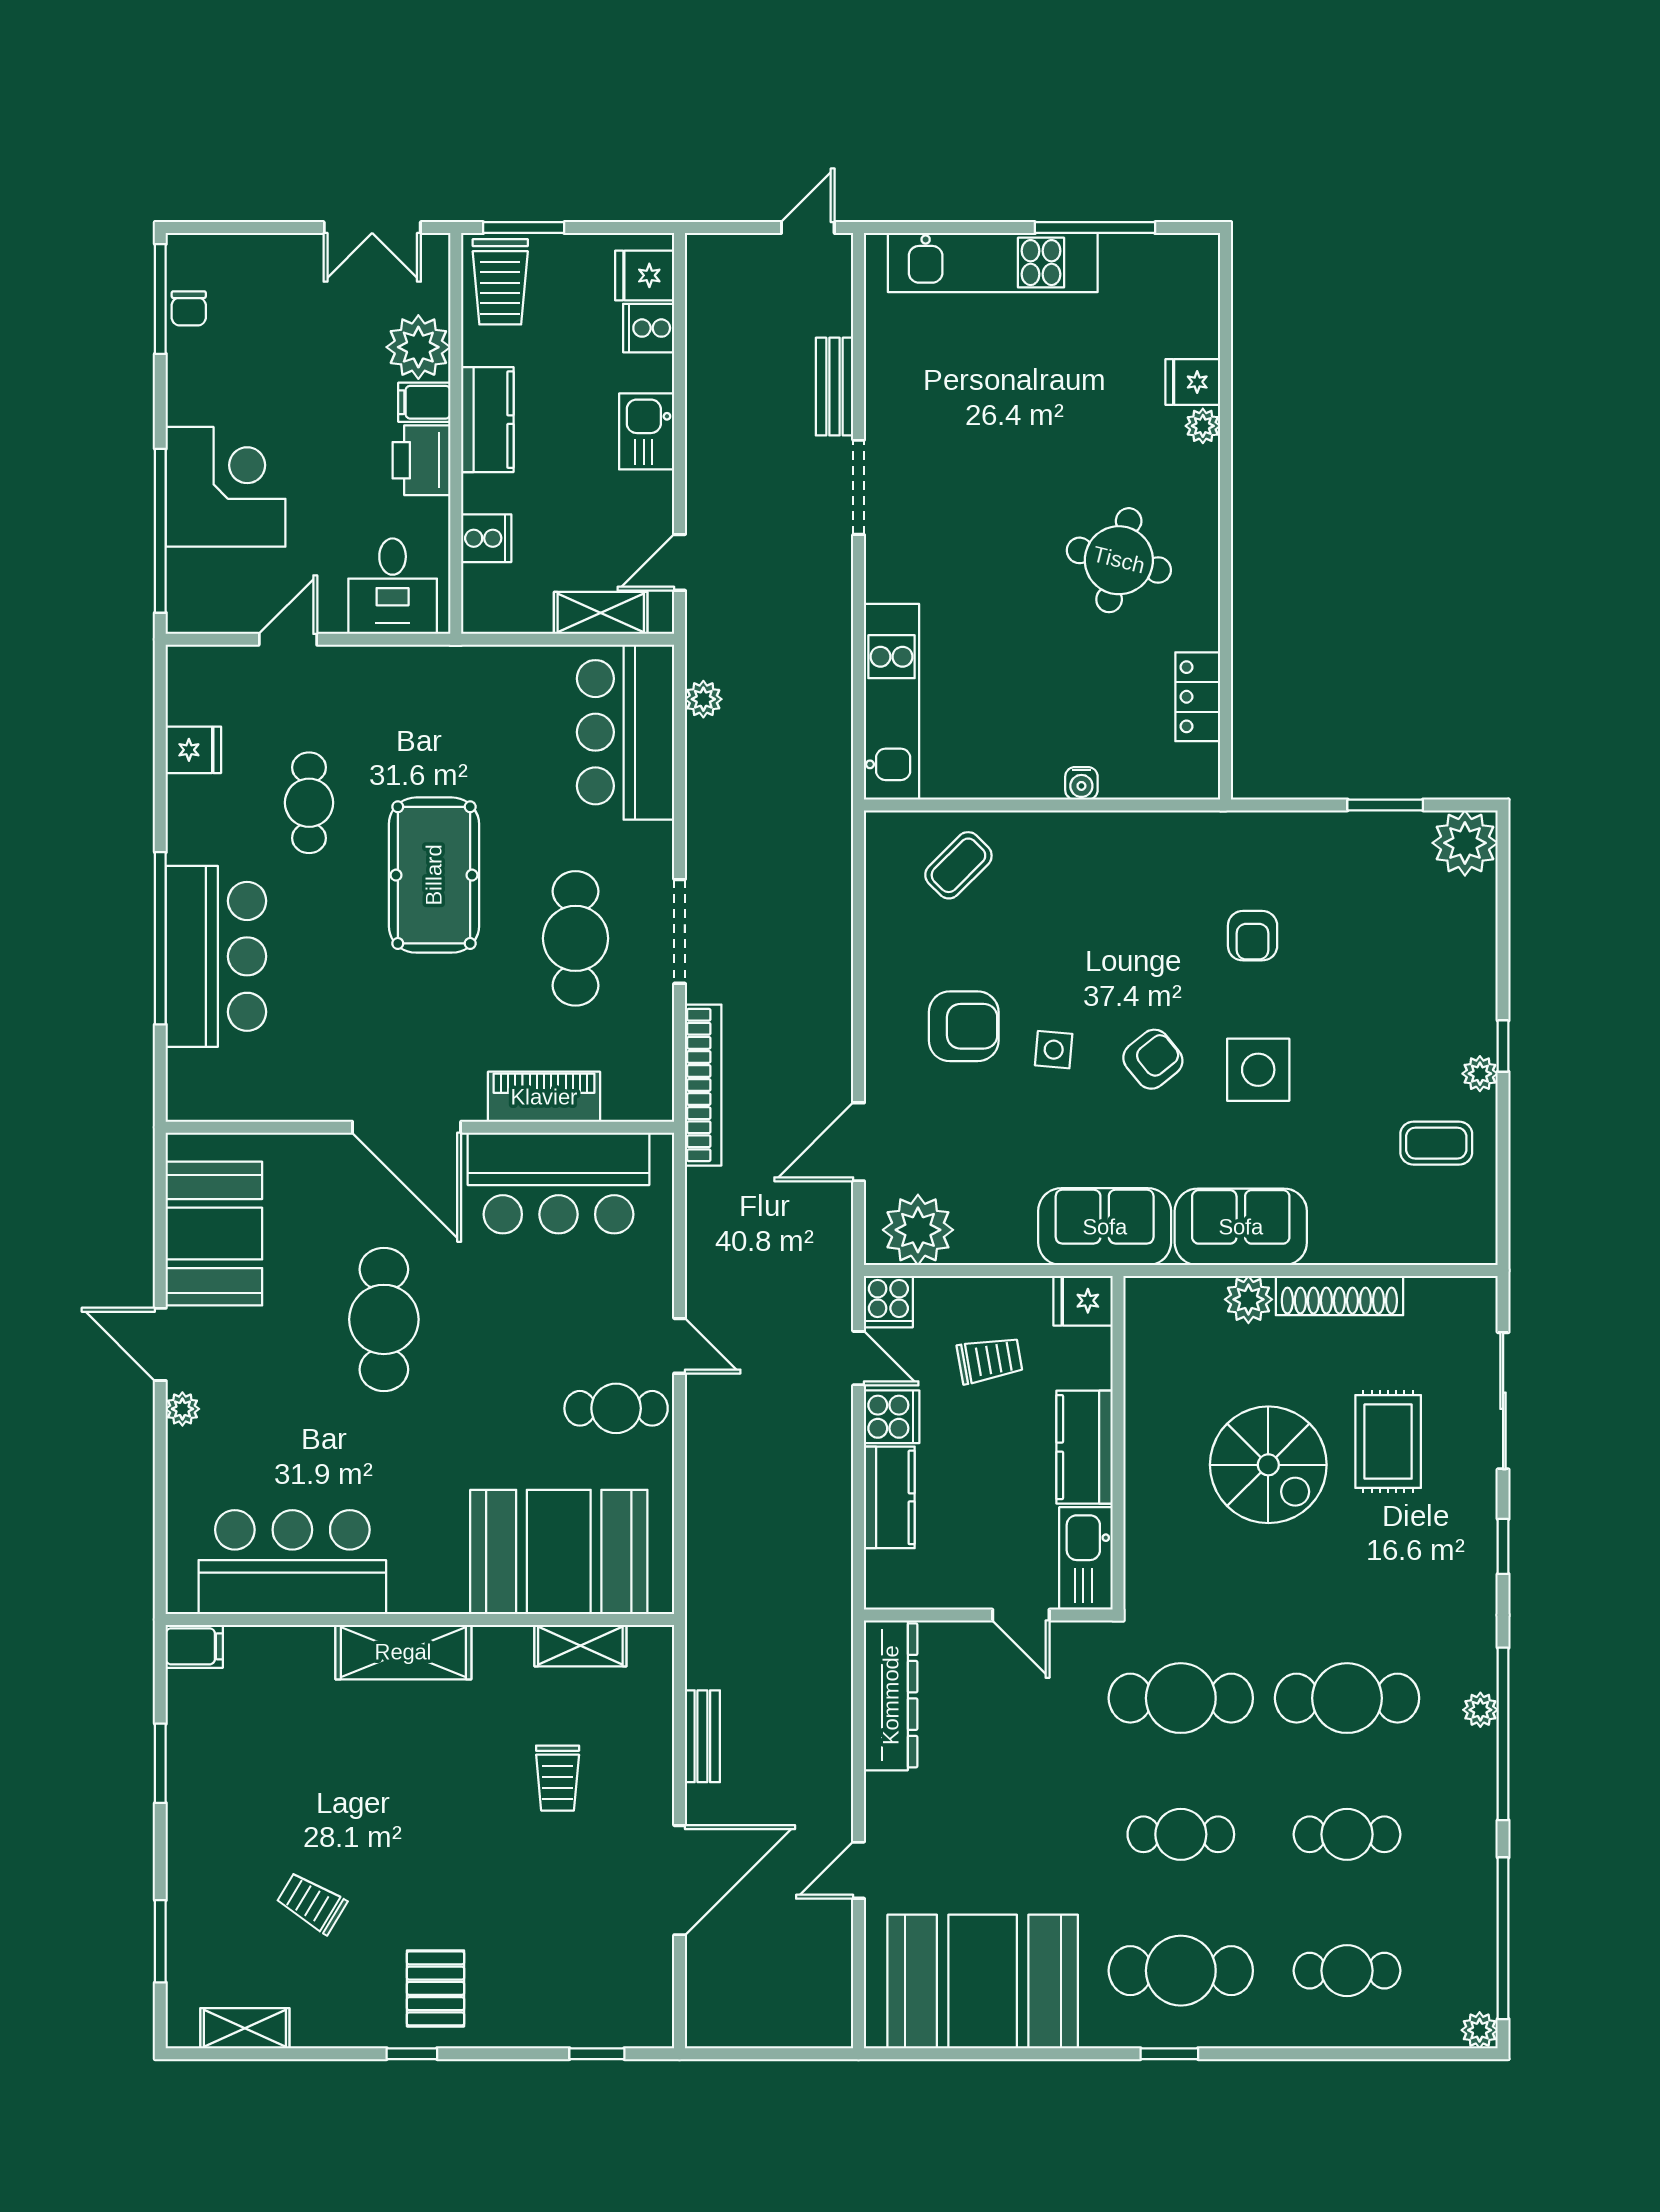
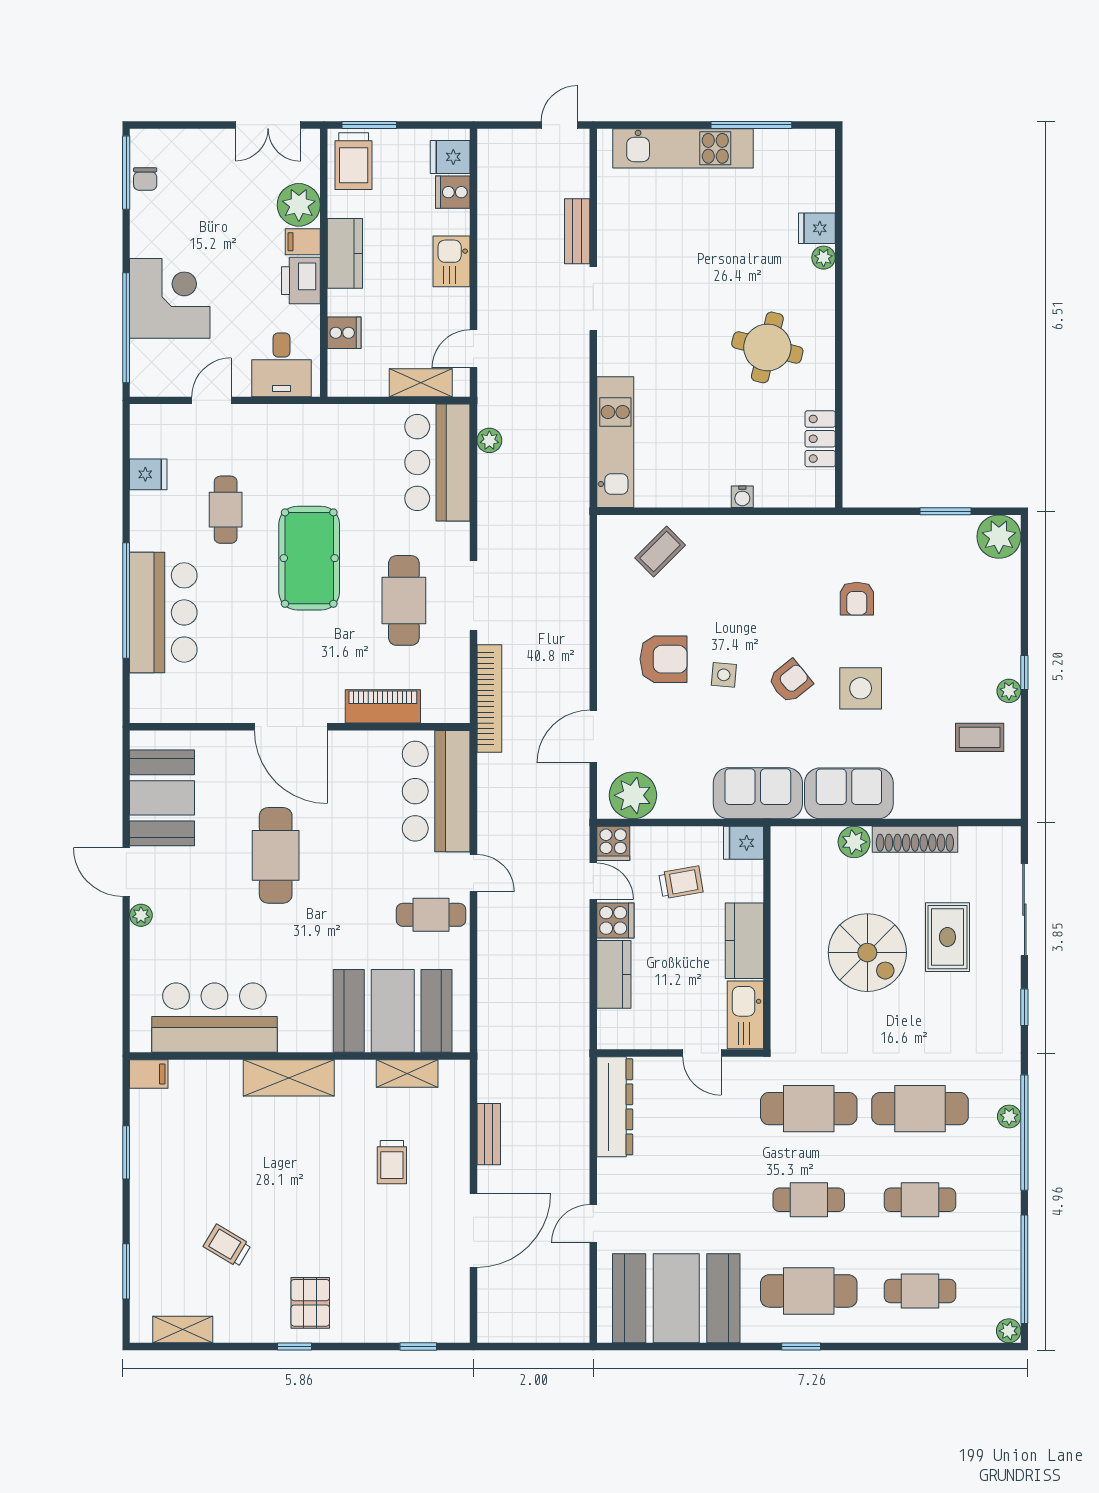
bar counter: (559, 1183) -> (436, 791), moved, turned 90

